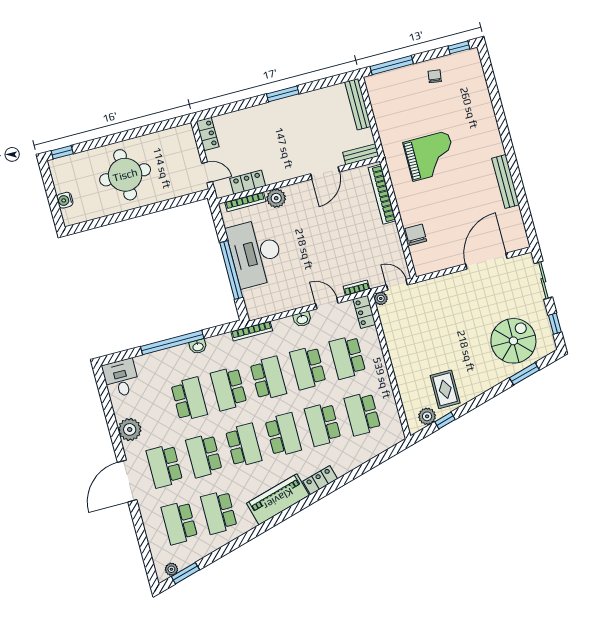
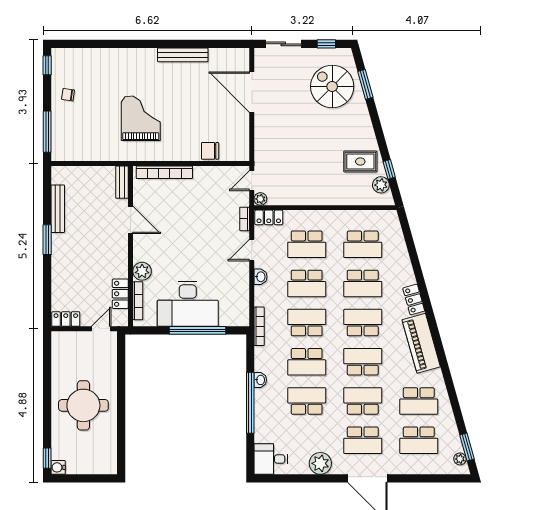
bench: (358, 104) -> (58, 209), moved, turned 90
water cooler: (65, 200) -> (58, 467), moved, turned 90
school desk: (204, 456) -> (363, 401), turned 180

